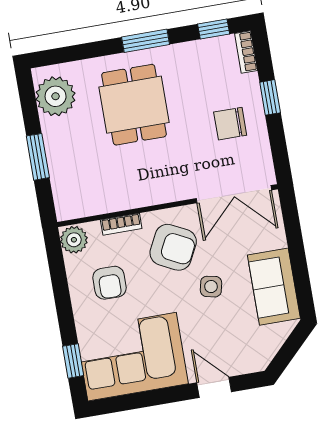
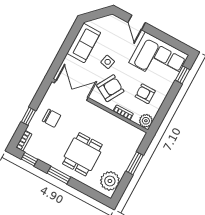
armchair: (173, 247) -> (110, 88), turned 93
armchair: (109, 283) -> (145, 94), turned -90

